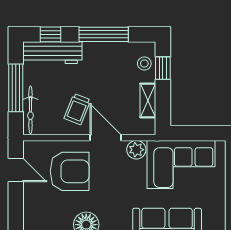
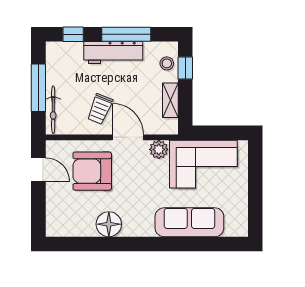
workbench: (52, 53) -> (113, 53), moved
armchair: (70, 171) -> (92, 171), turned 180

